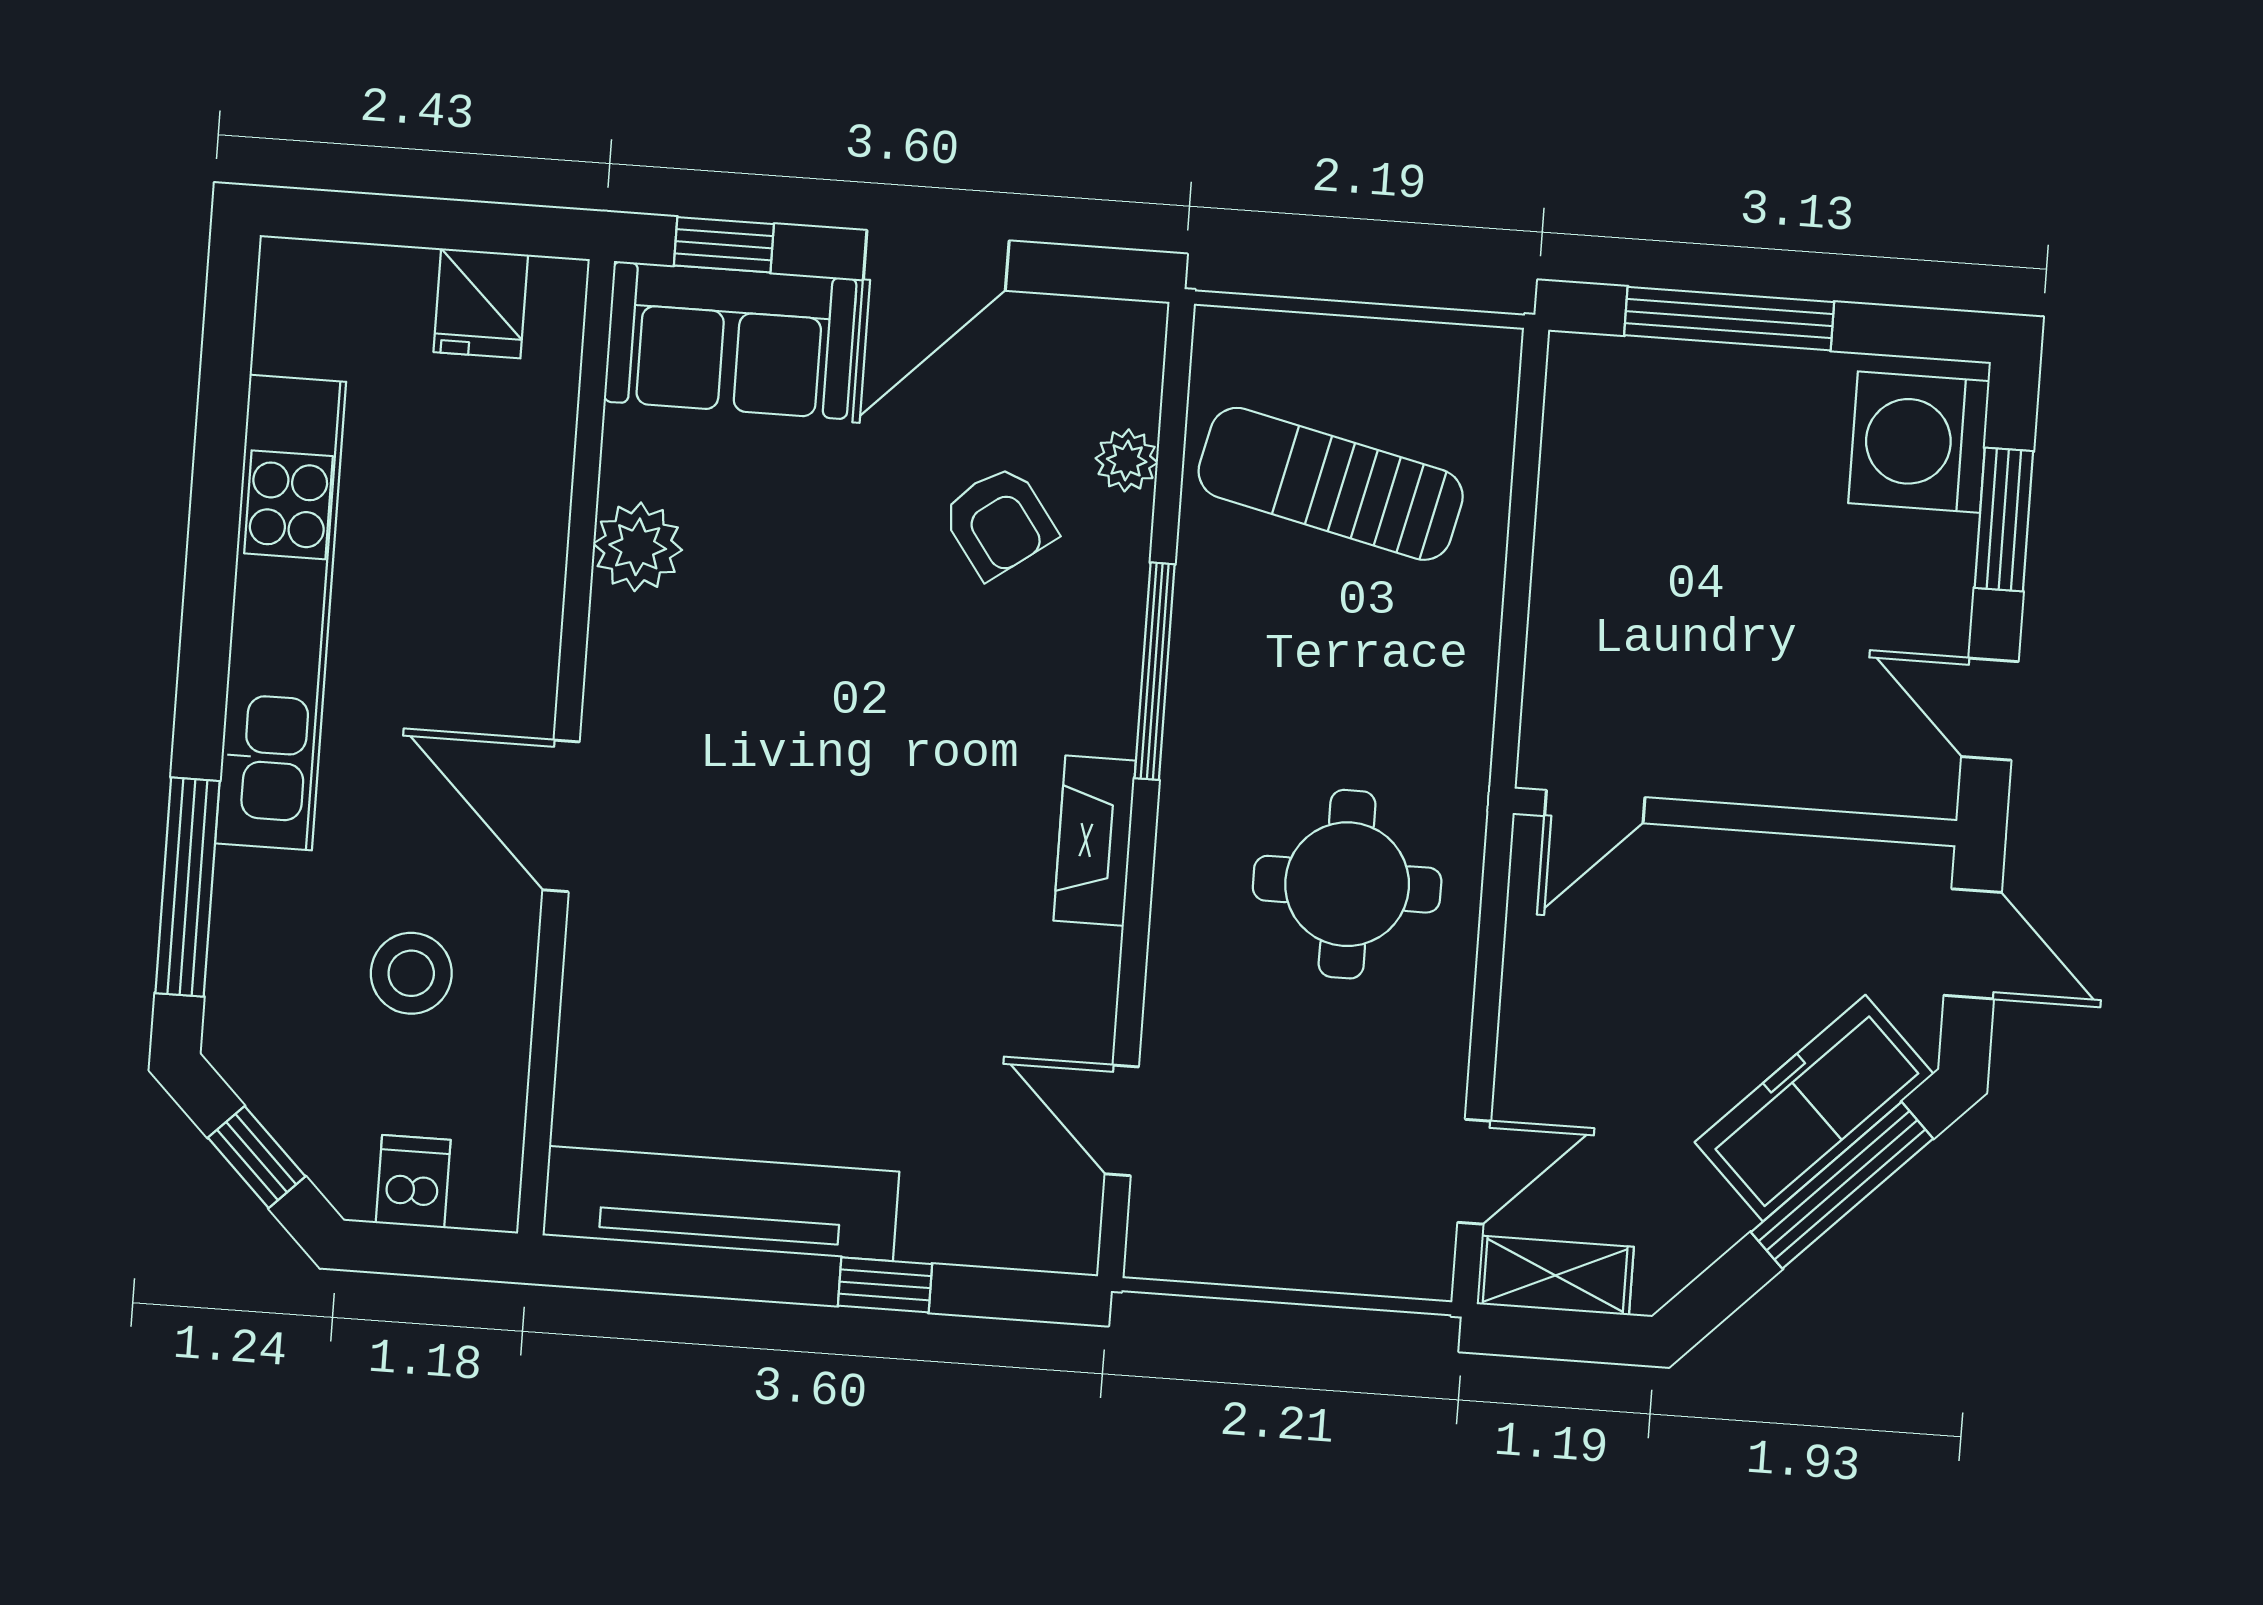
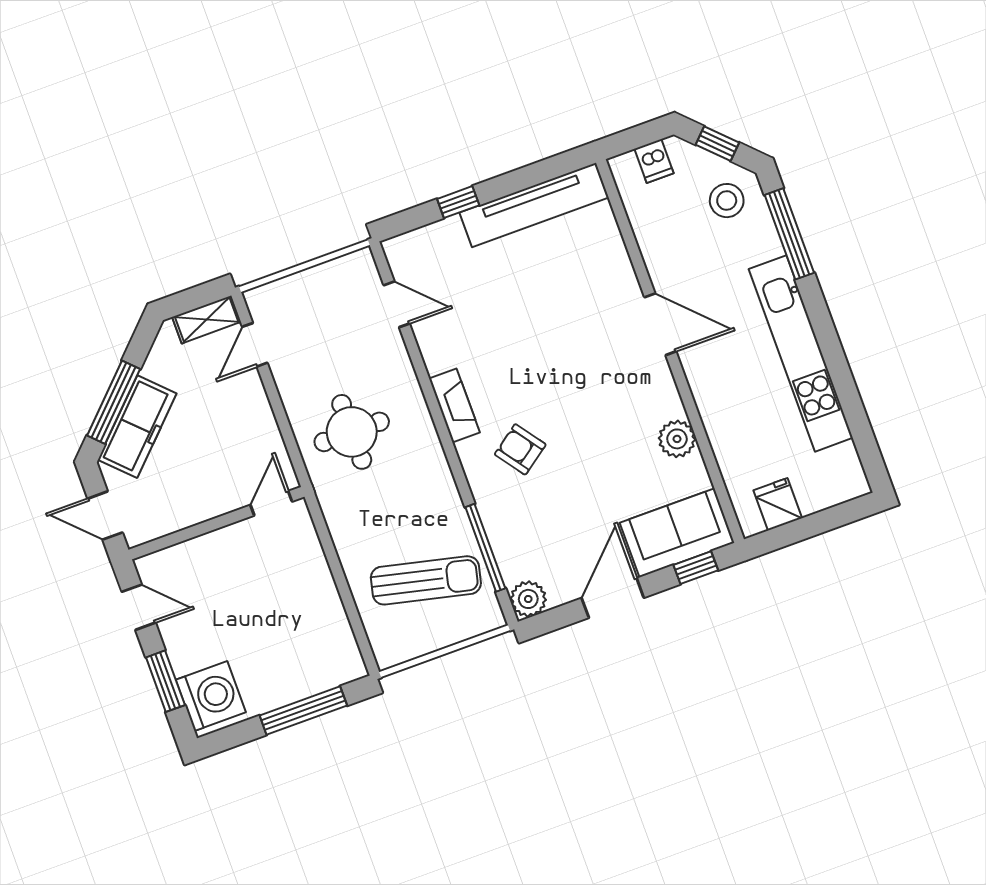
plant: (1127, 460) -> (528, 599), moved, width x1.38, depth x1.38
armchair: (999, 522) -> (520, 449), moved
window: (1155, 671) -> (485, 548), moved
stool: (411, 973) -> (727, 201), moved

